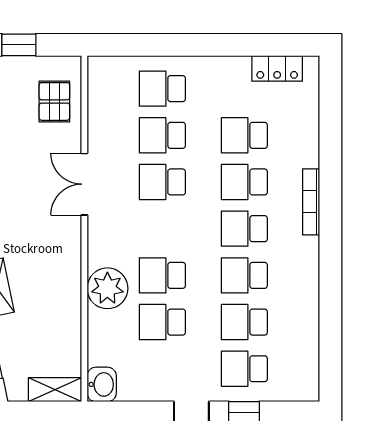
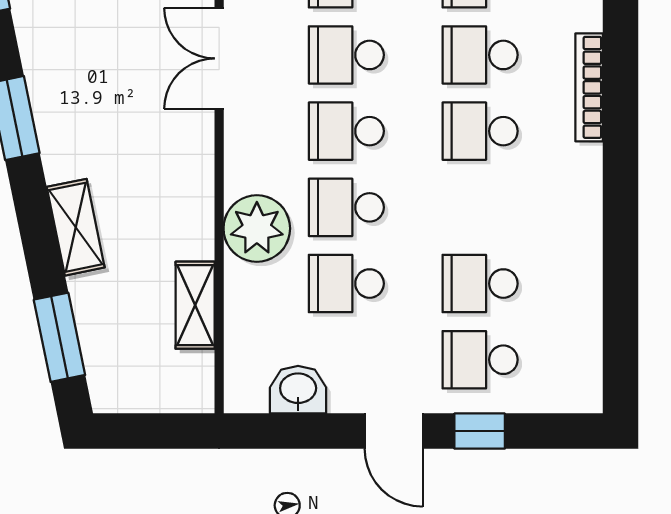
school desk: (244, 275) -> (346, 131), moved
washbasin: (102, 384) -> (298, 390), moved, turned -90
shelving: (55, 390) -> (195, 305), moved, turned 90

